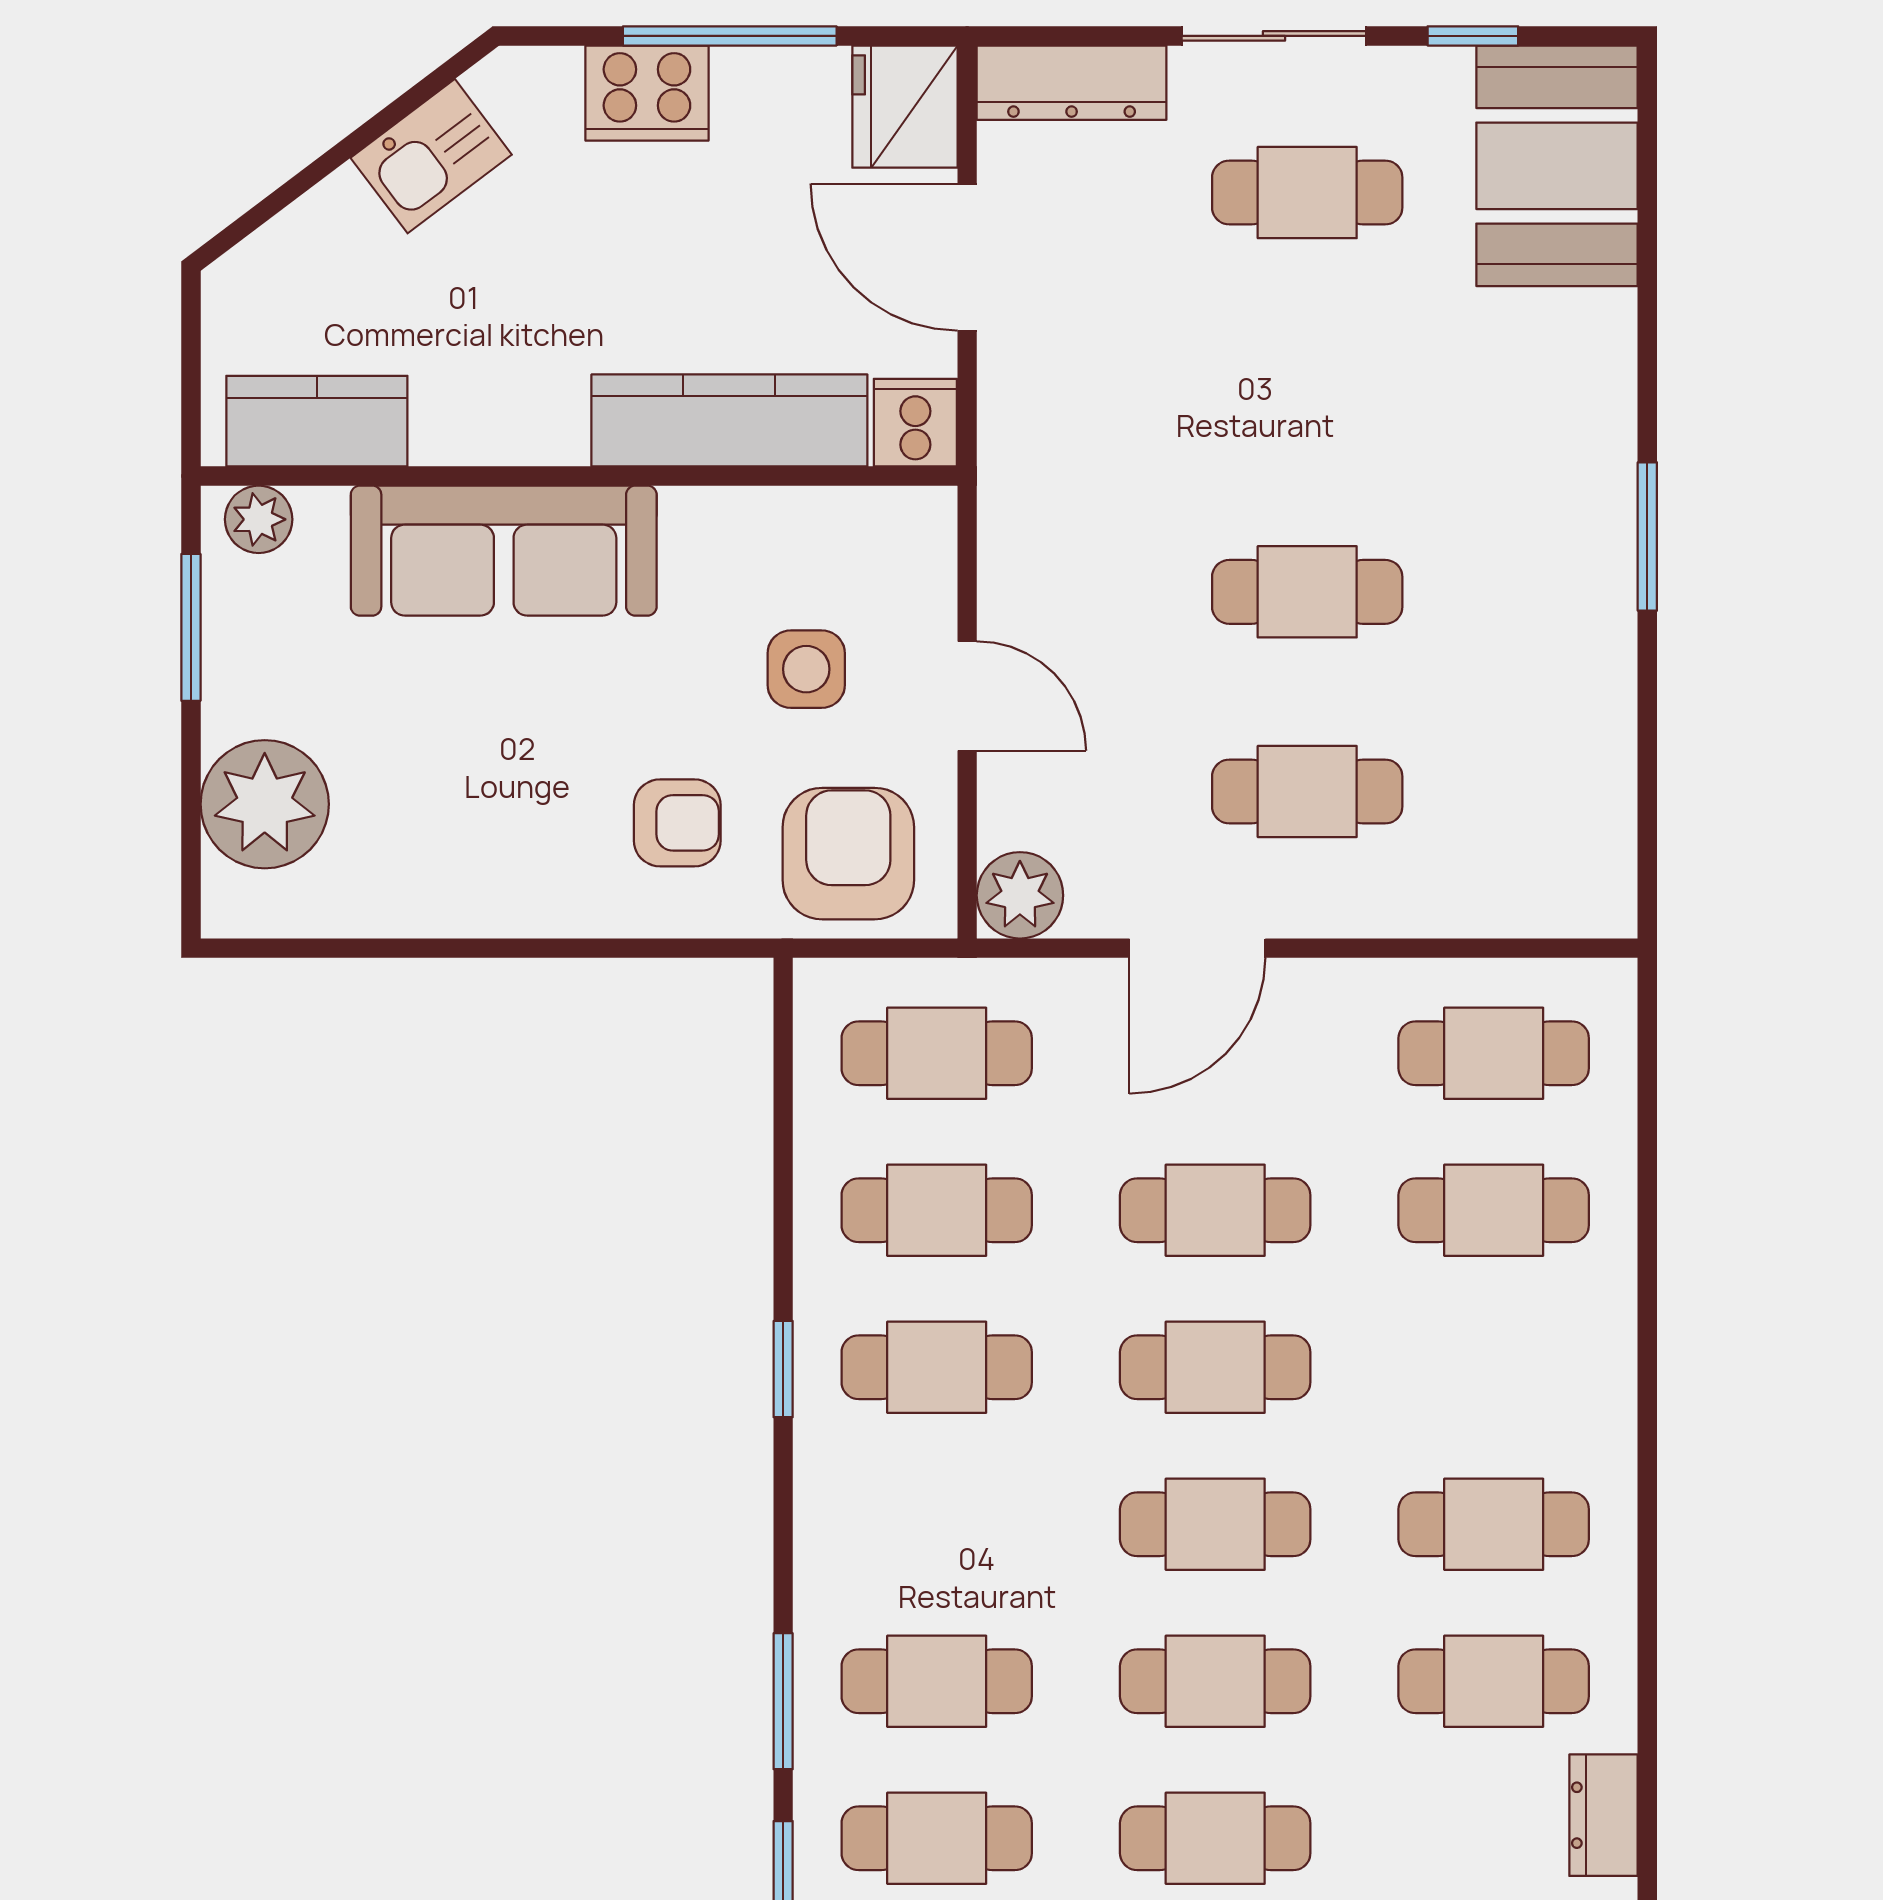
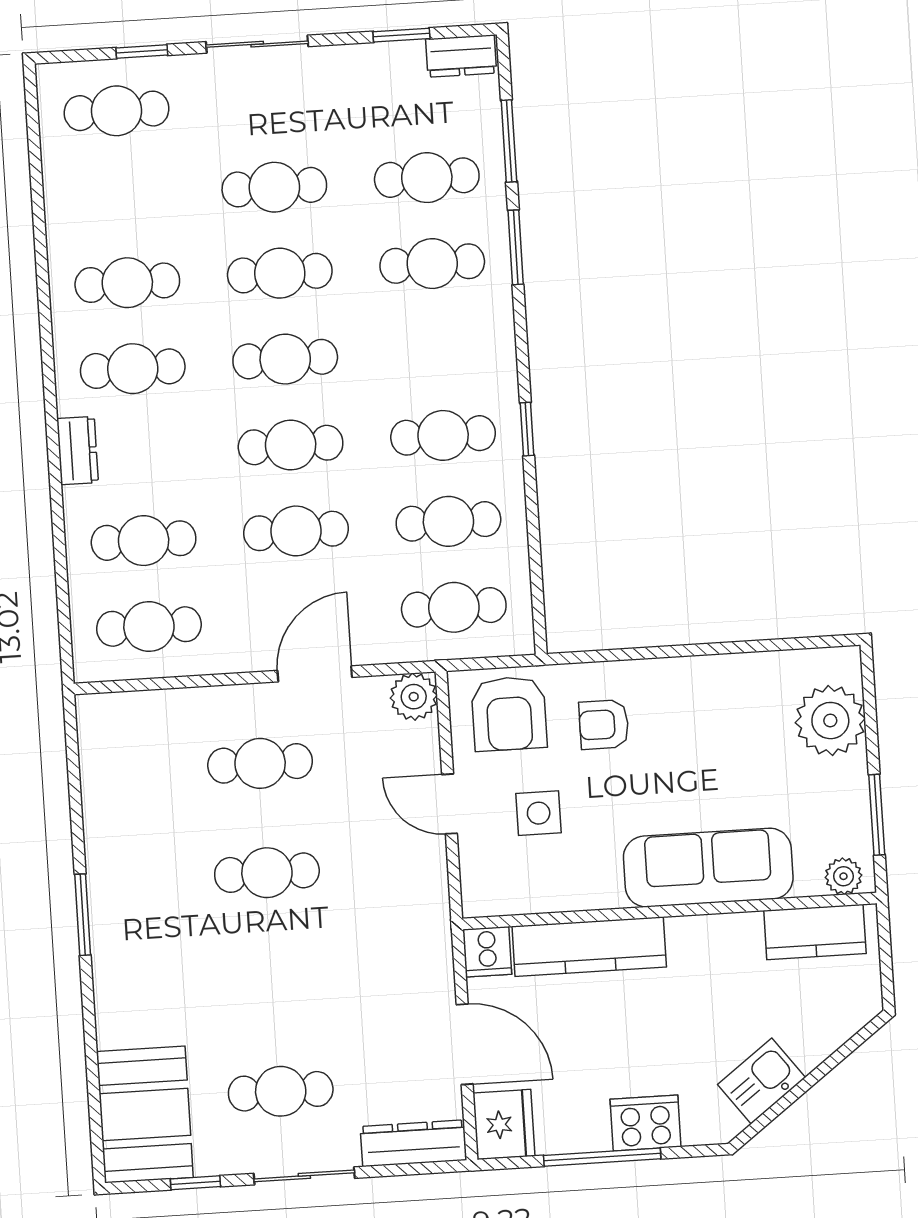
dresser: (1604, 1815) -> (78, 451), moved

